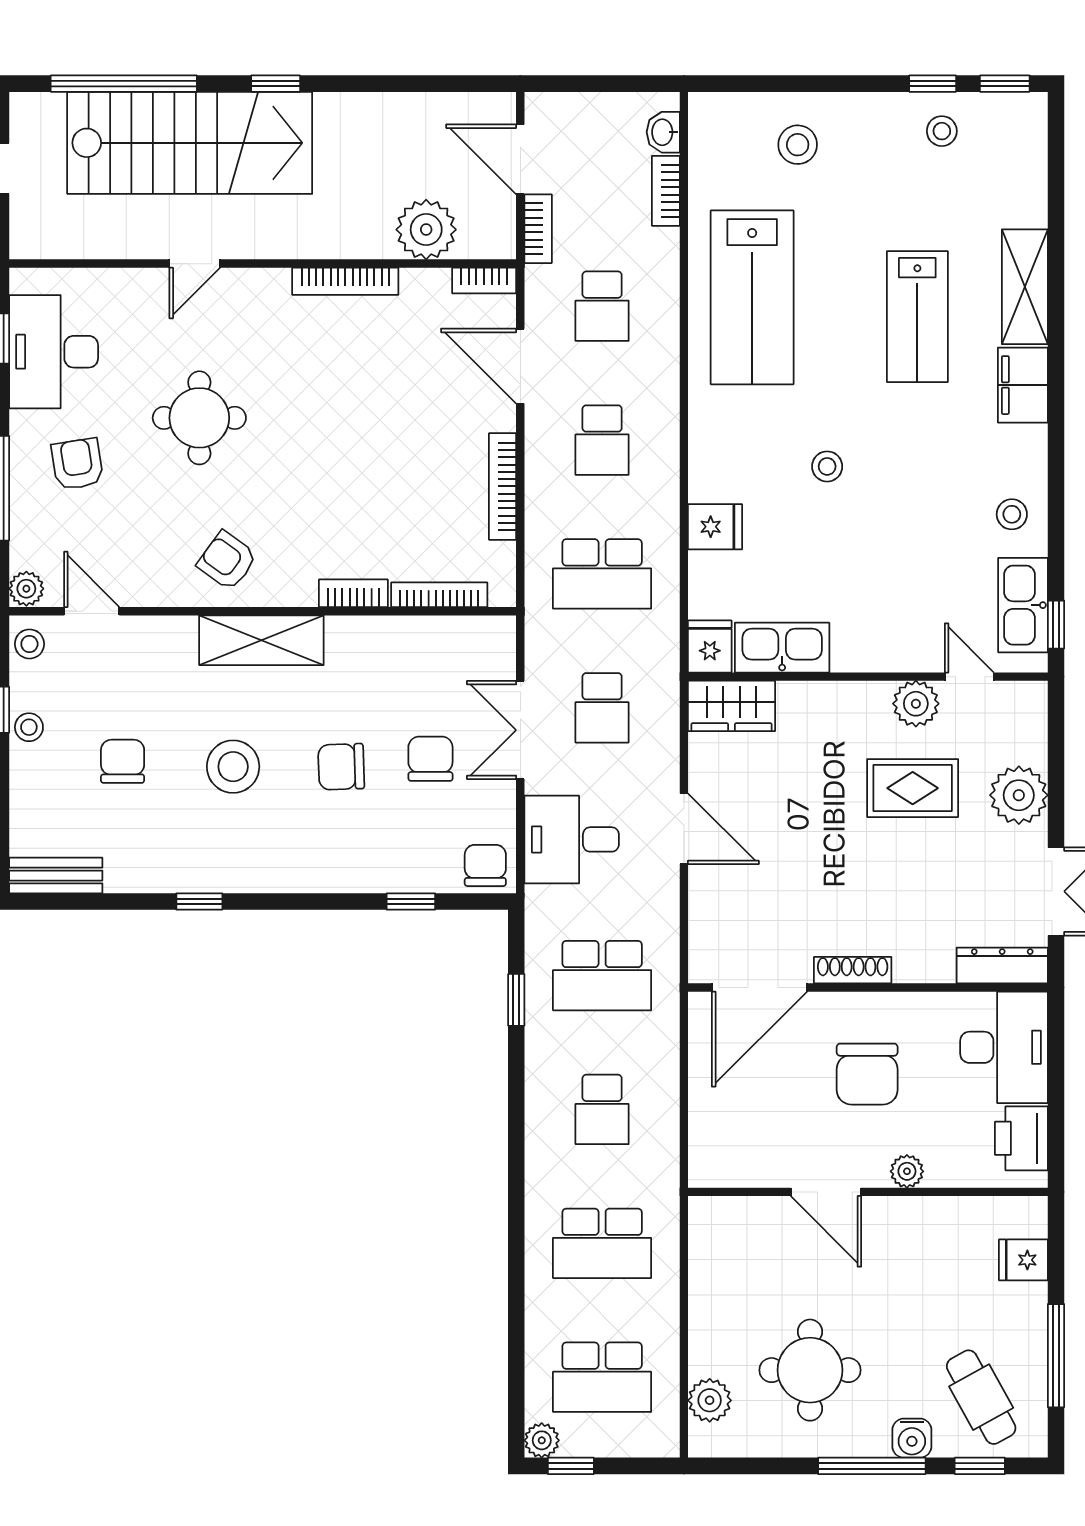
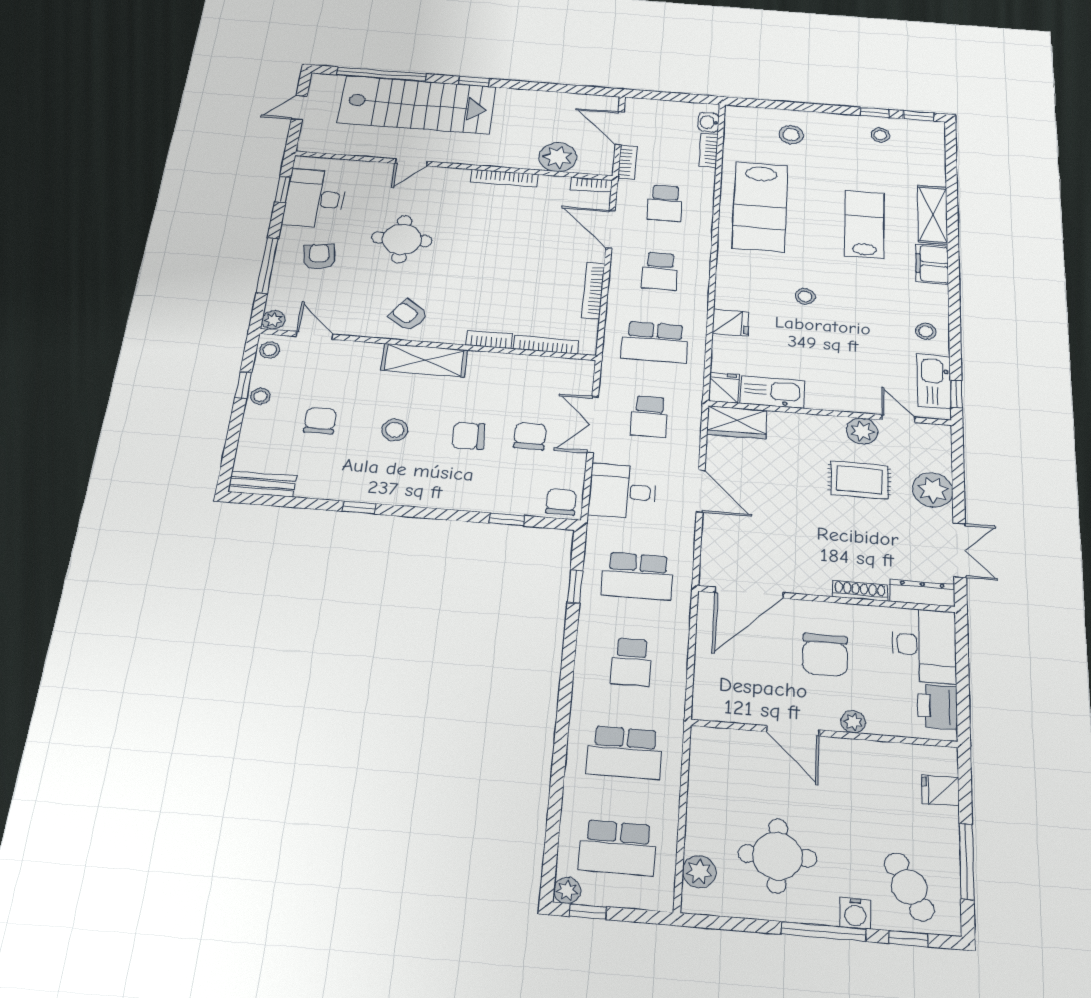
lab bench: (917, 317) -> (864, 224), turned 180
stool: (233, 767) -> (395, 430), width x0.73, depth x0.73
shoe rack: (853, 970) -> (860, 591), moved

